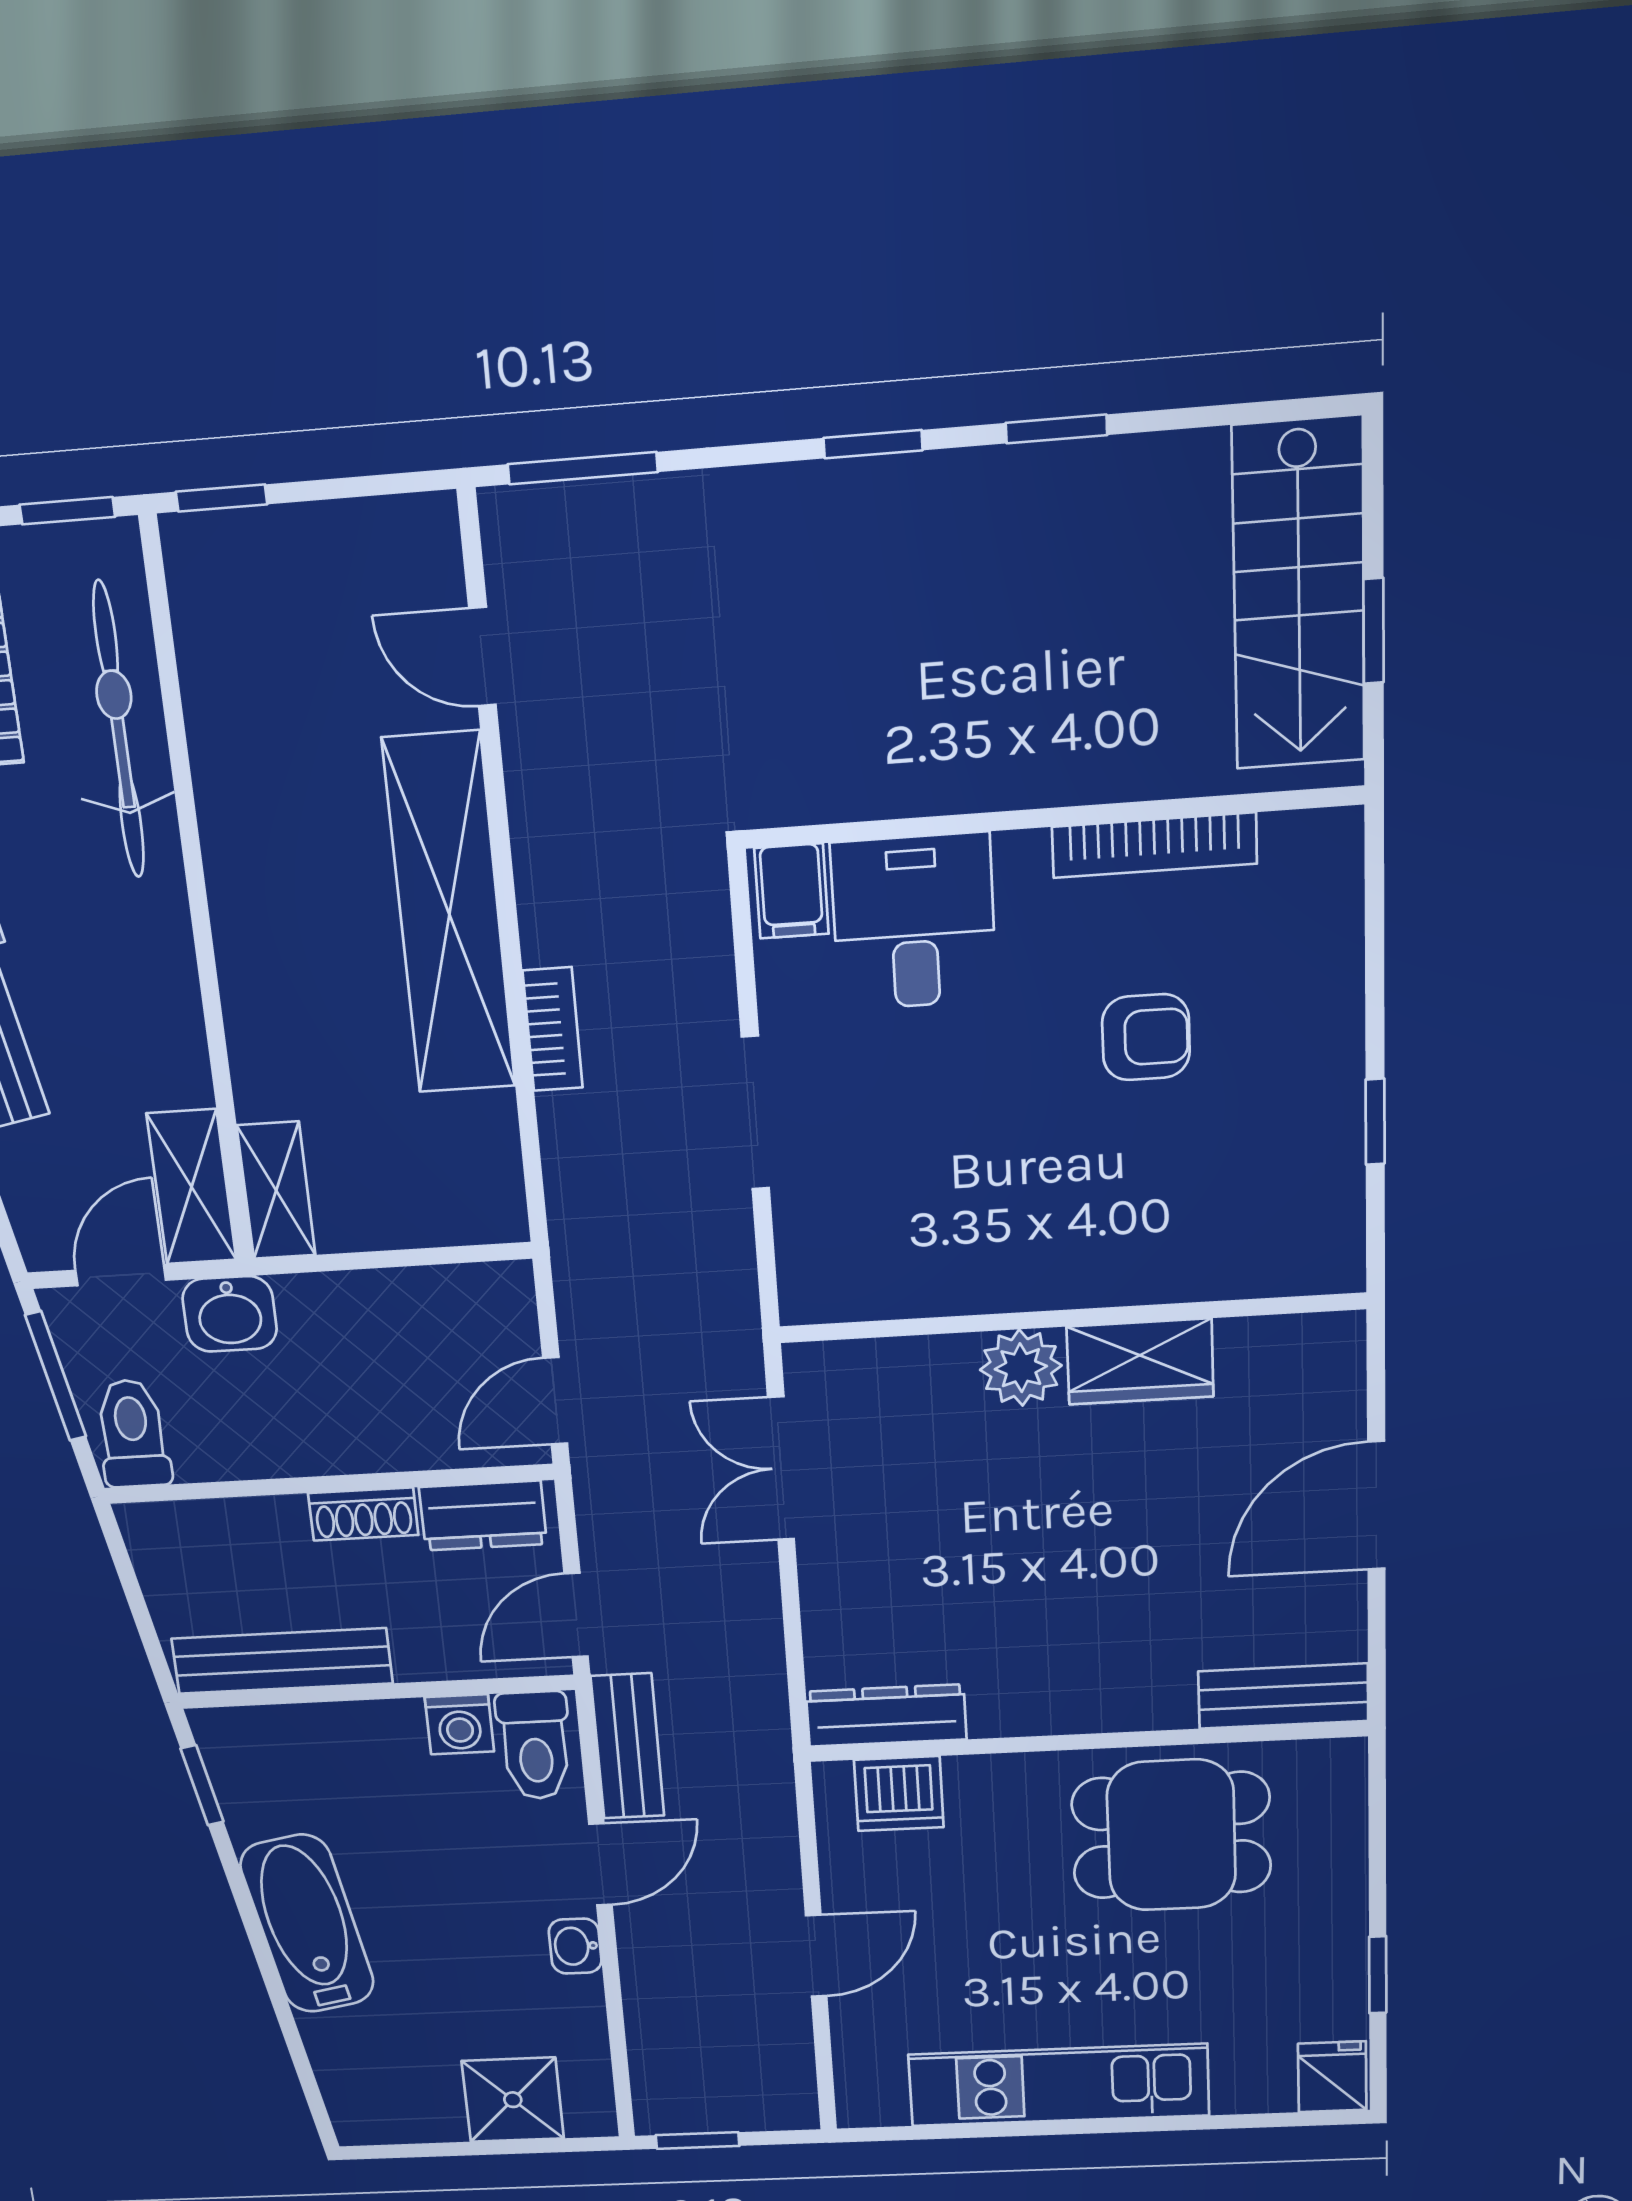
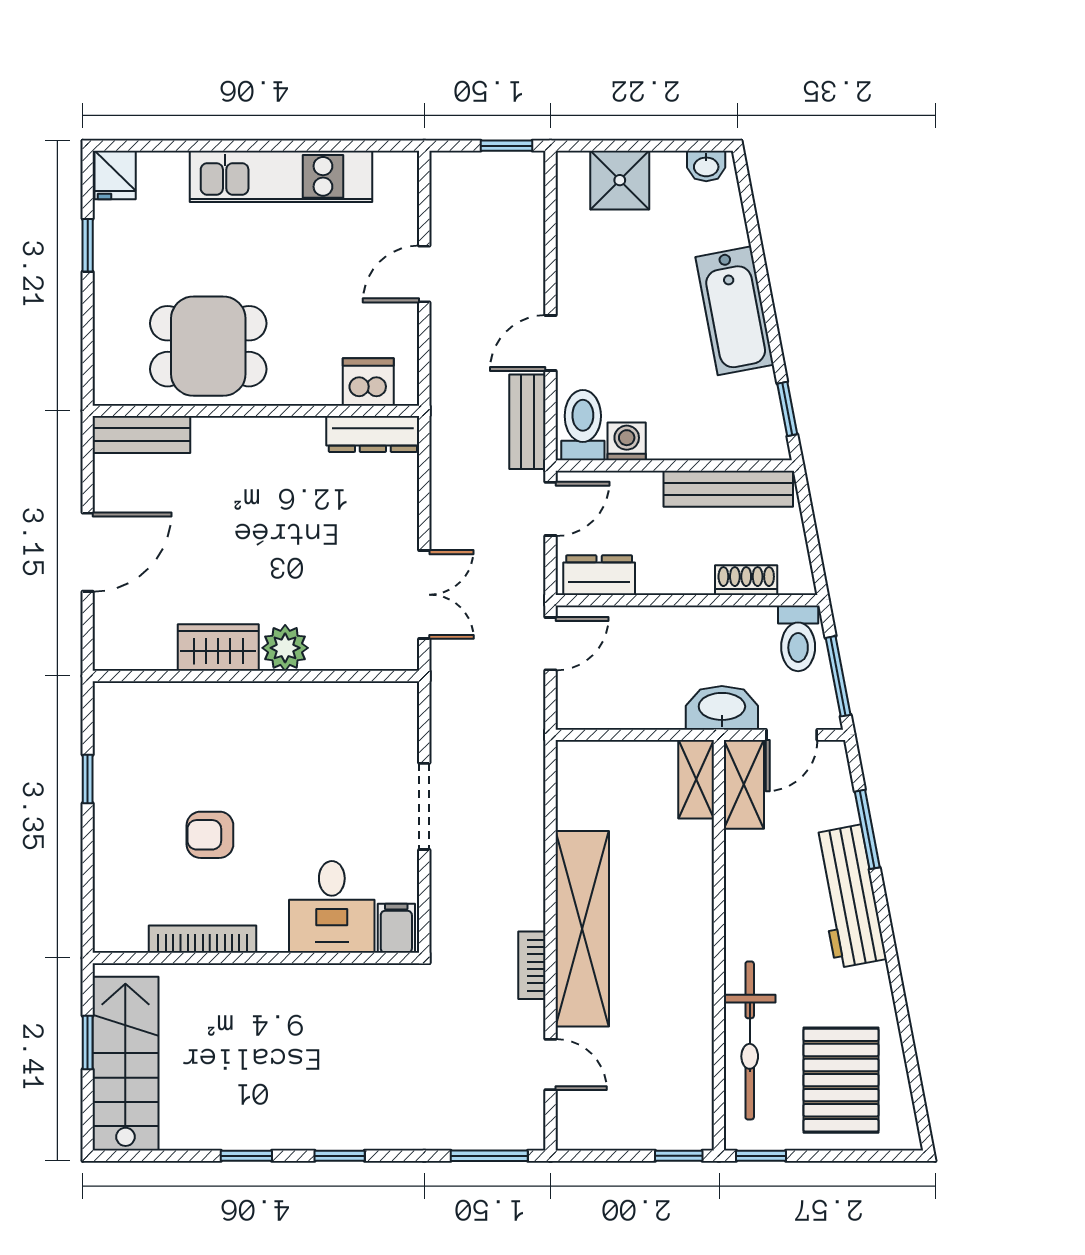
bookcase: (553, 1029) -> (532, 965), moved
washbasin: (230, 1314) -> (722, 708), width x1.38
shoe rack: (363, 1514) -> (746, 580), moved
washbasin: (575, 1946) -> (706, 166), moved, turned 90

